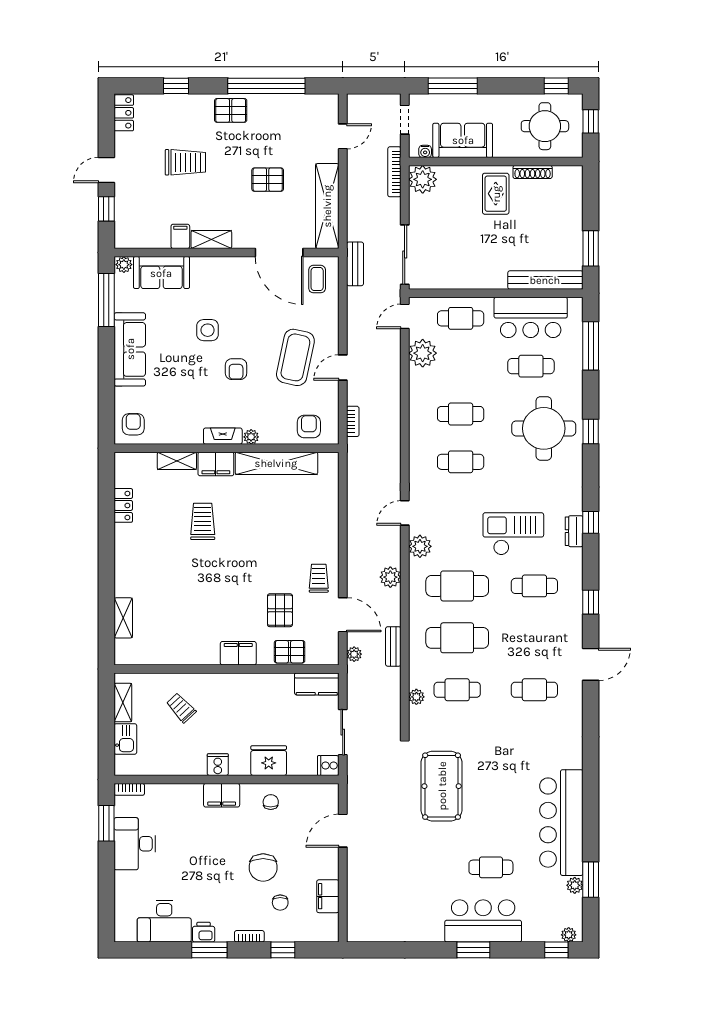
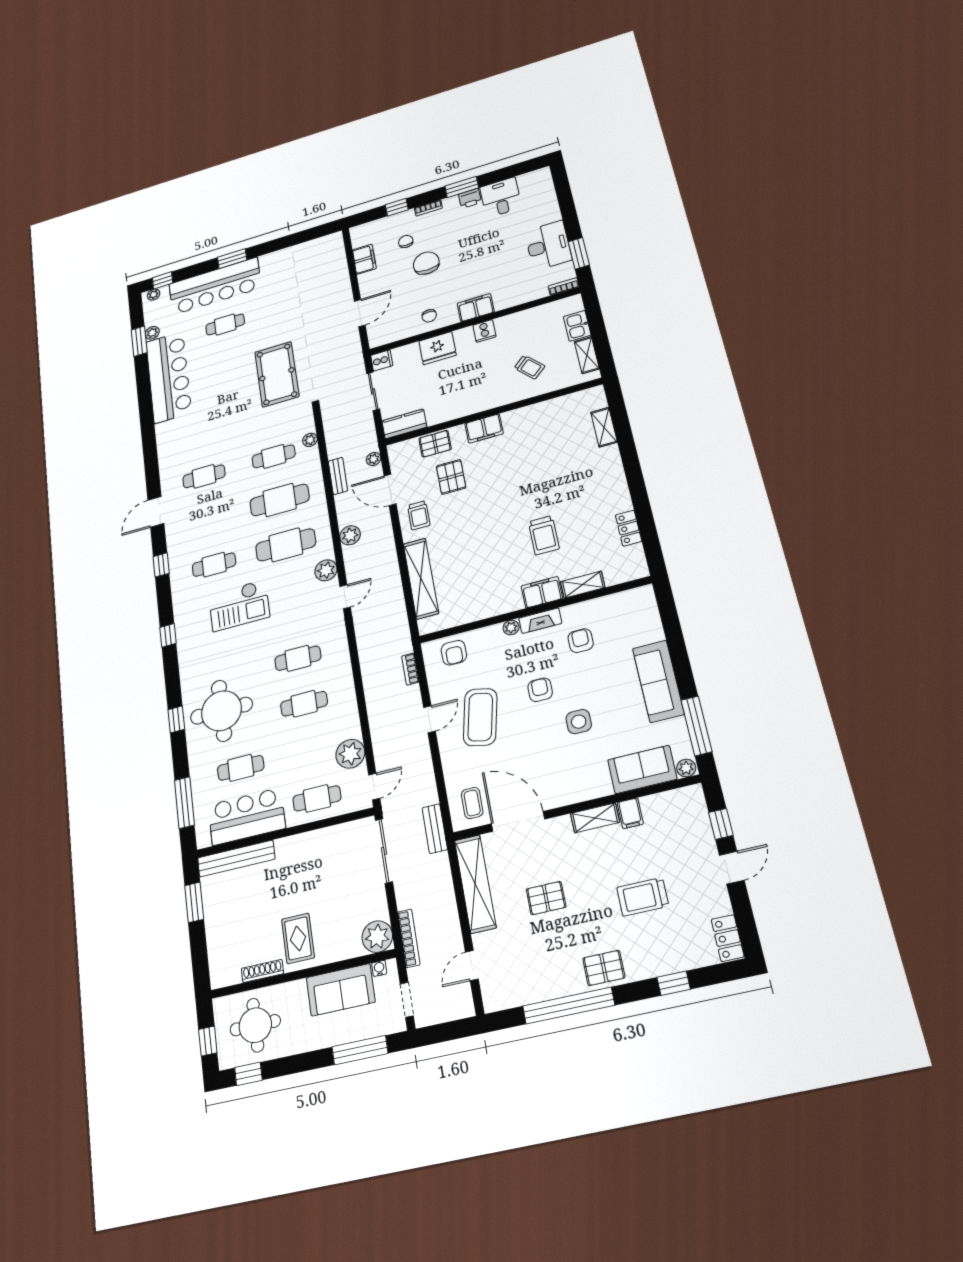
armchair: (133, 424) -> (581, 641), moved, turned 180
shelving: (276, 463) -> (421, 578), moved, turned 90
dresser: (574, 531) -> (183, 623), removed
desk: (164, 921) -> (501, 197), width x0.73
bar counter: (483, 921) -> (215, 286), width x1.36

